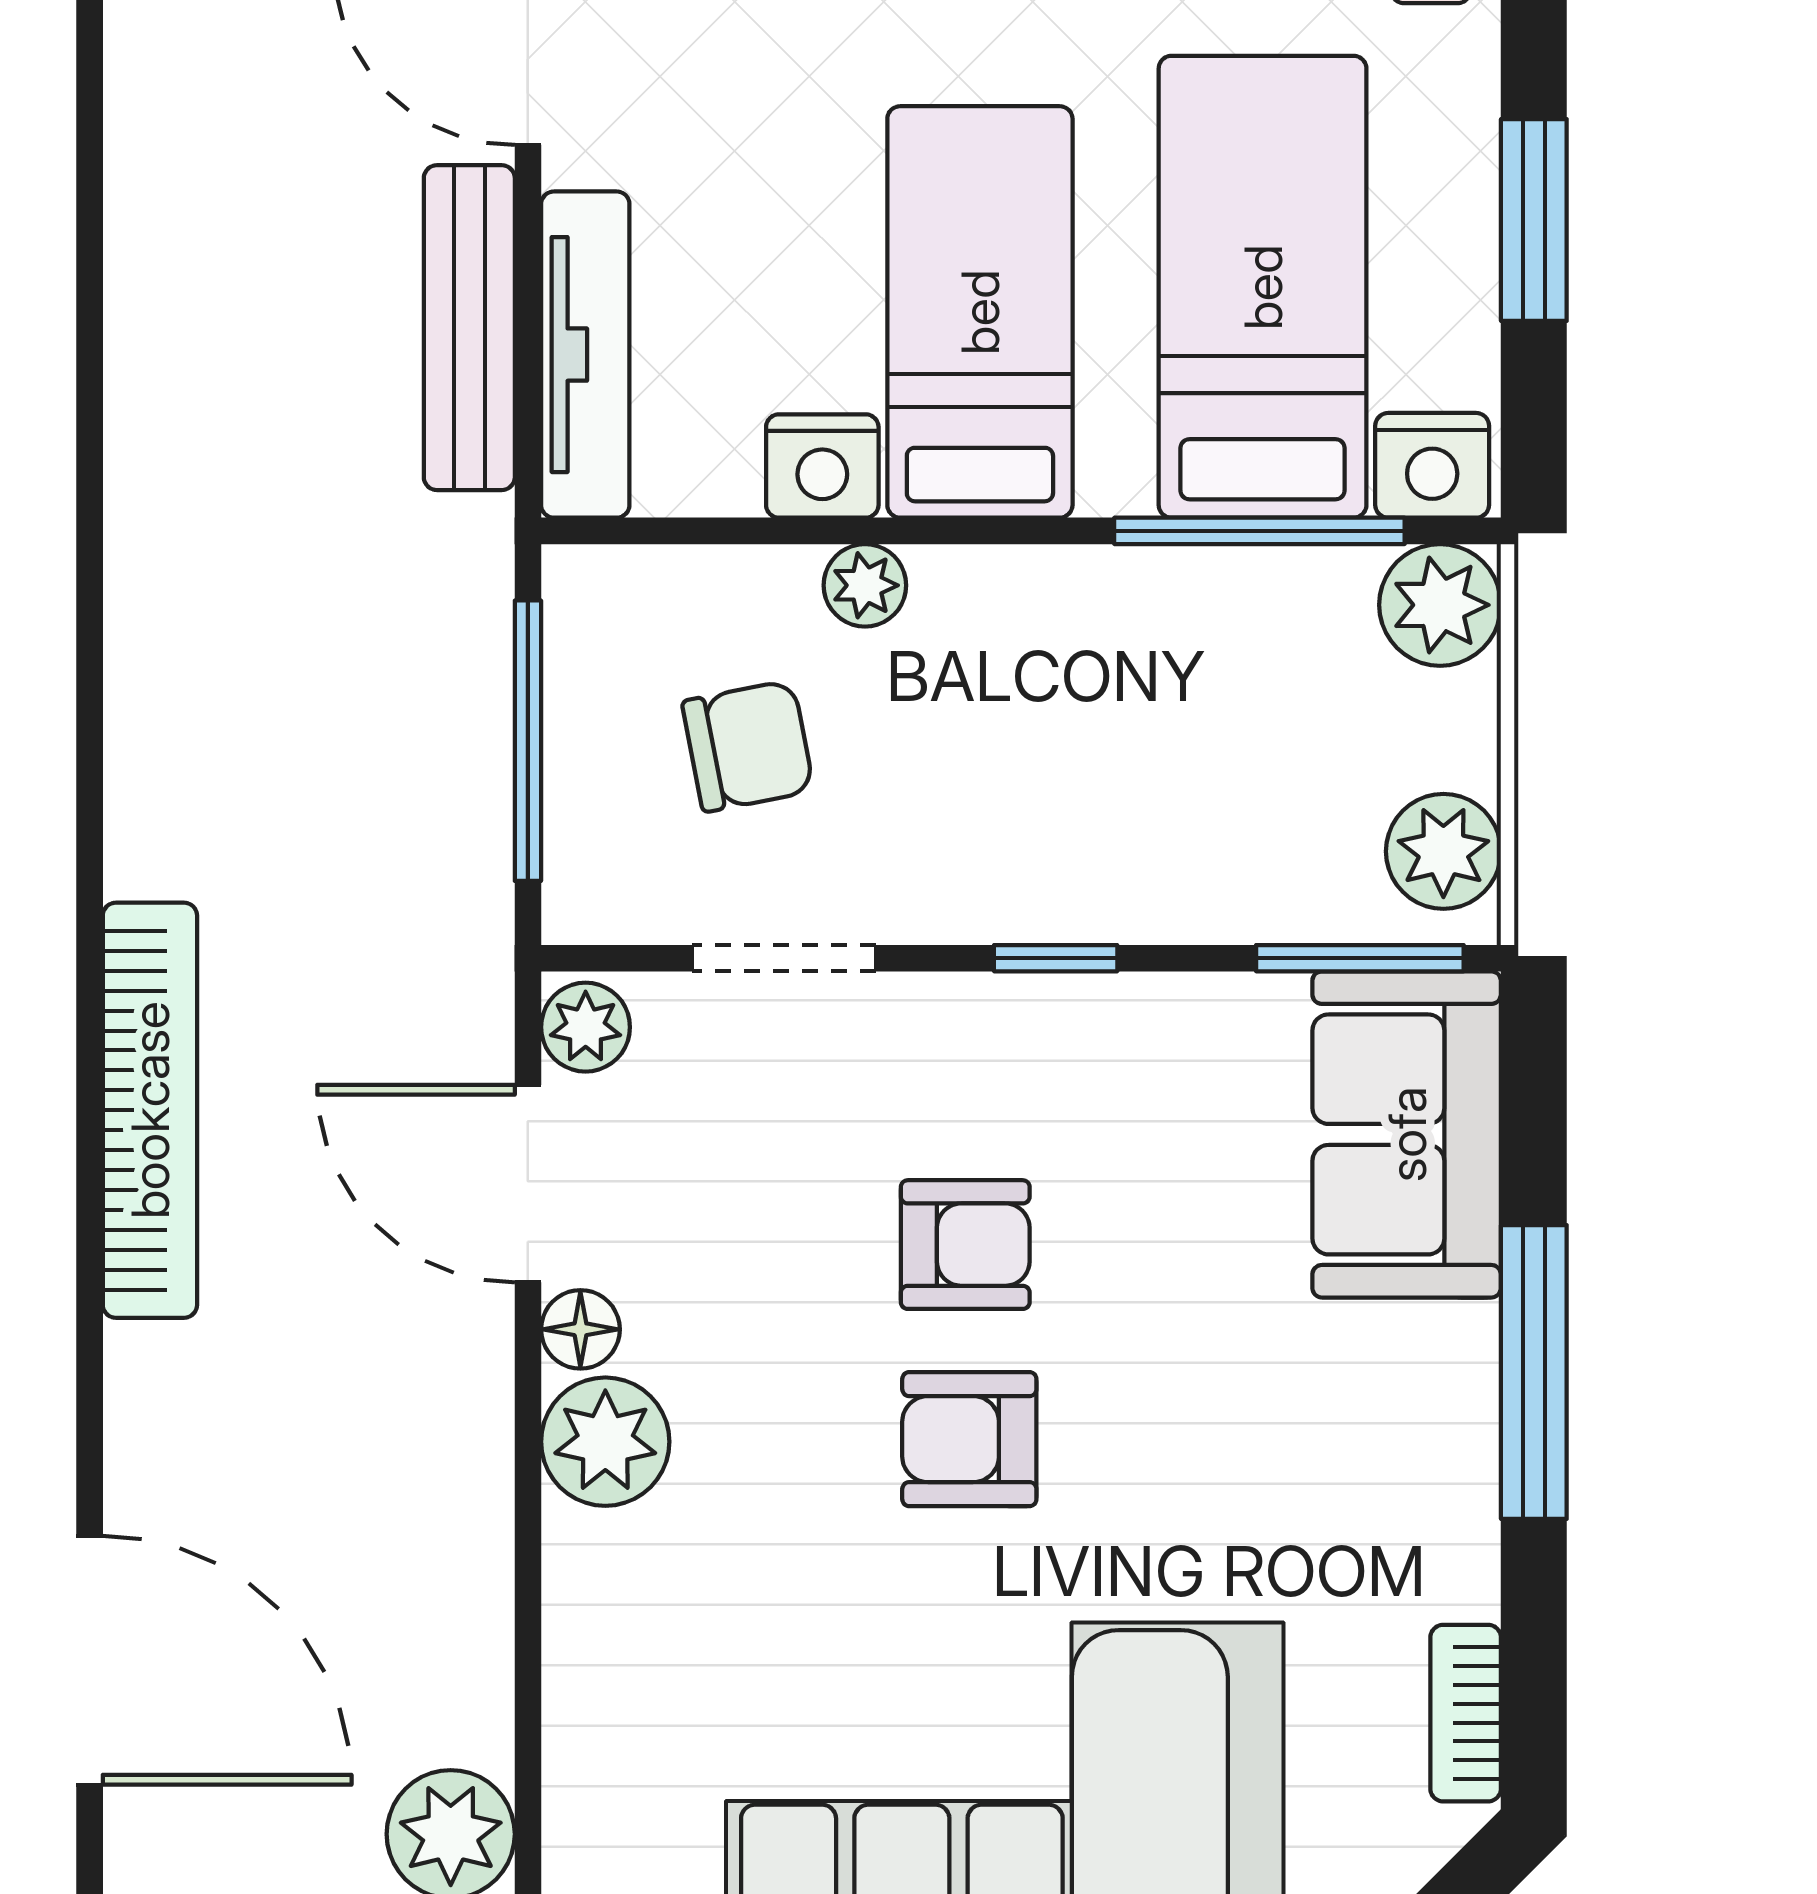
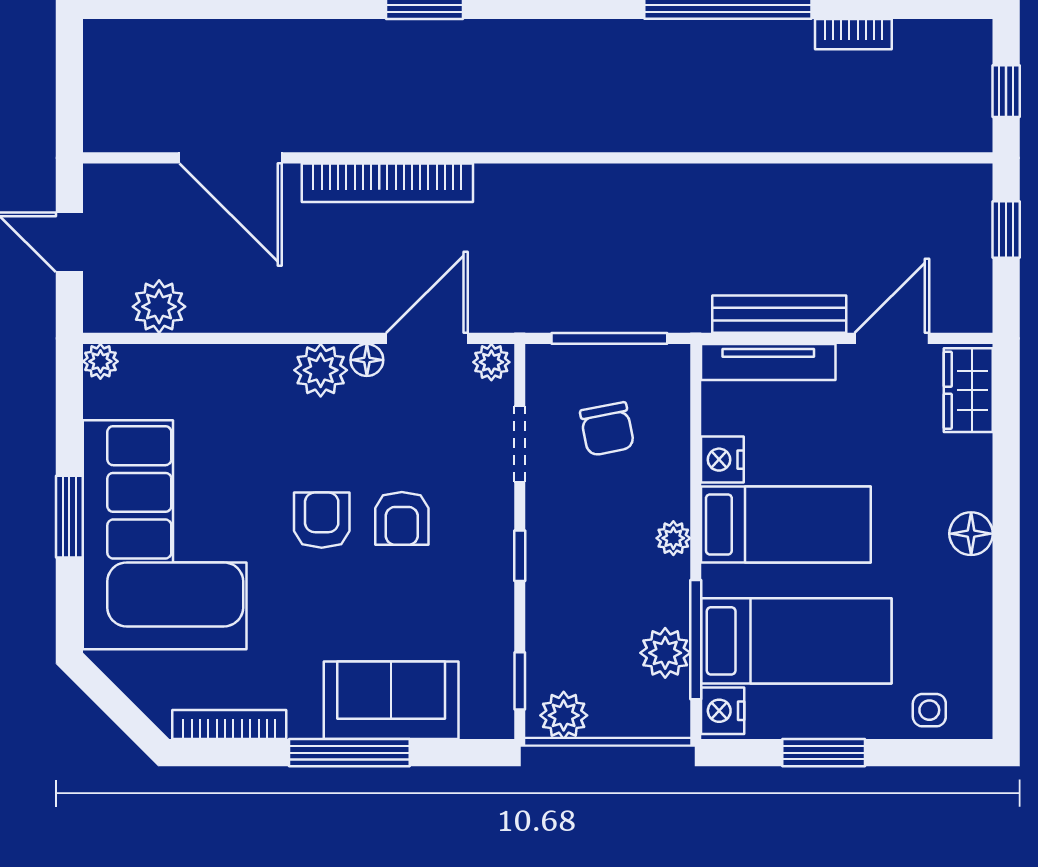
plant: (865, 585) -> (673, 538), moved
plant: (1440, 605) -> (665, 653), moved
window: (1360, 958) -> (520, 681), width x0.67
bookcase: (150, 1110) -> (387, 183), moved
sofa: (1407, 1134) -> (391, 700), moved
door: (90, 1660) -> (231, 158), hinge flipped
bookcase: (1466, 1713) -> (229, 724), width x1.56

